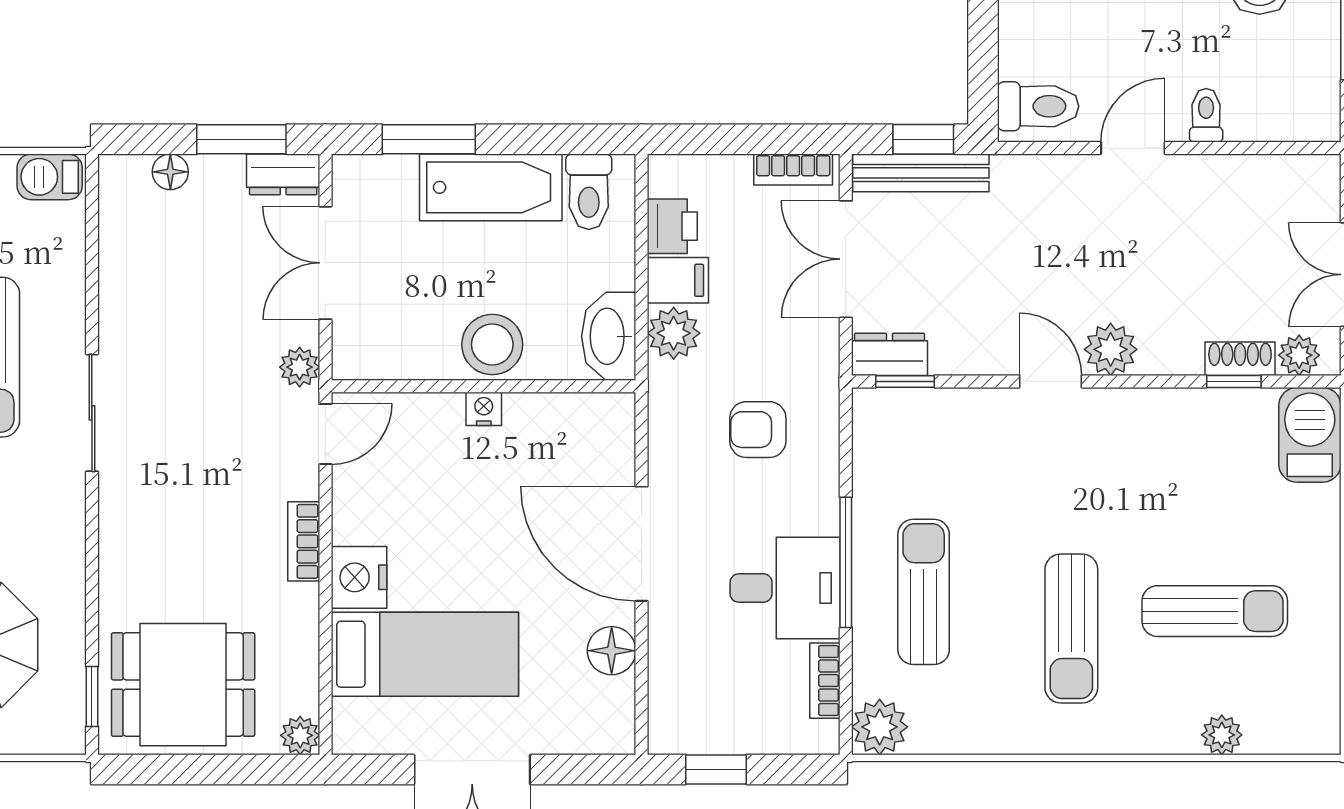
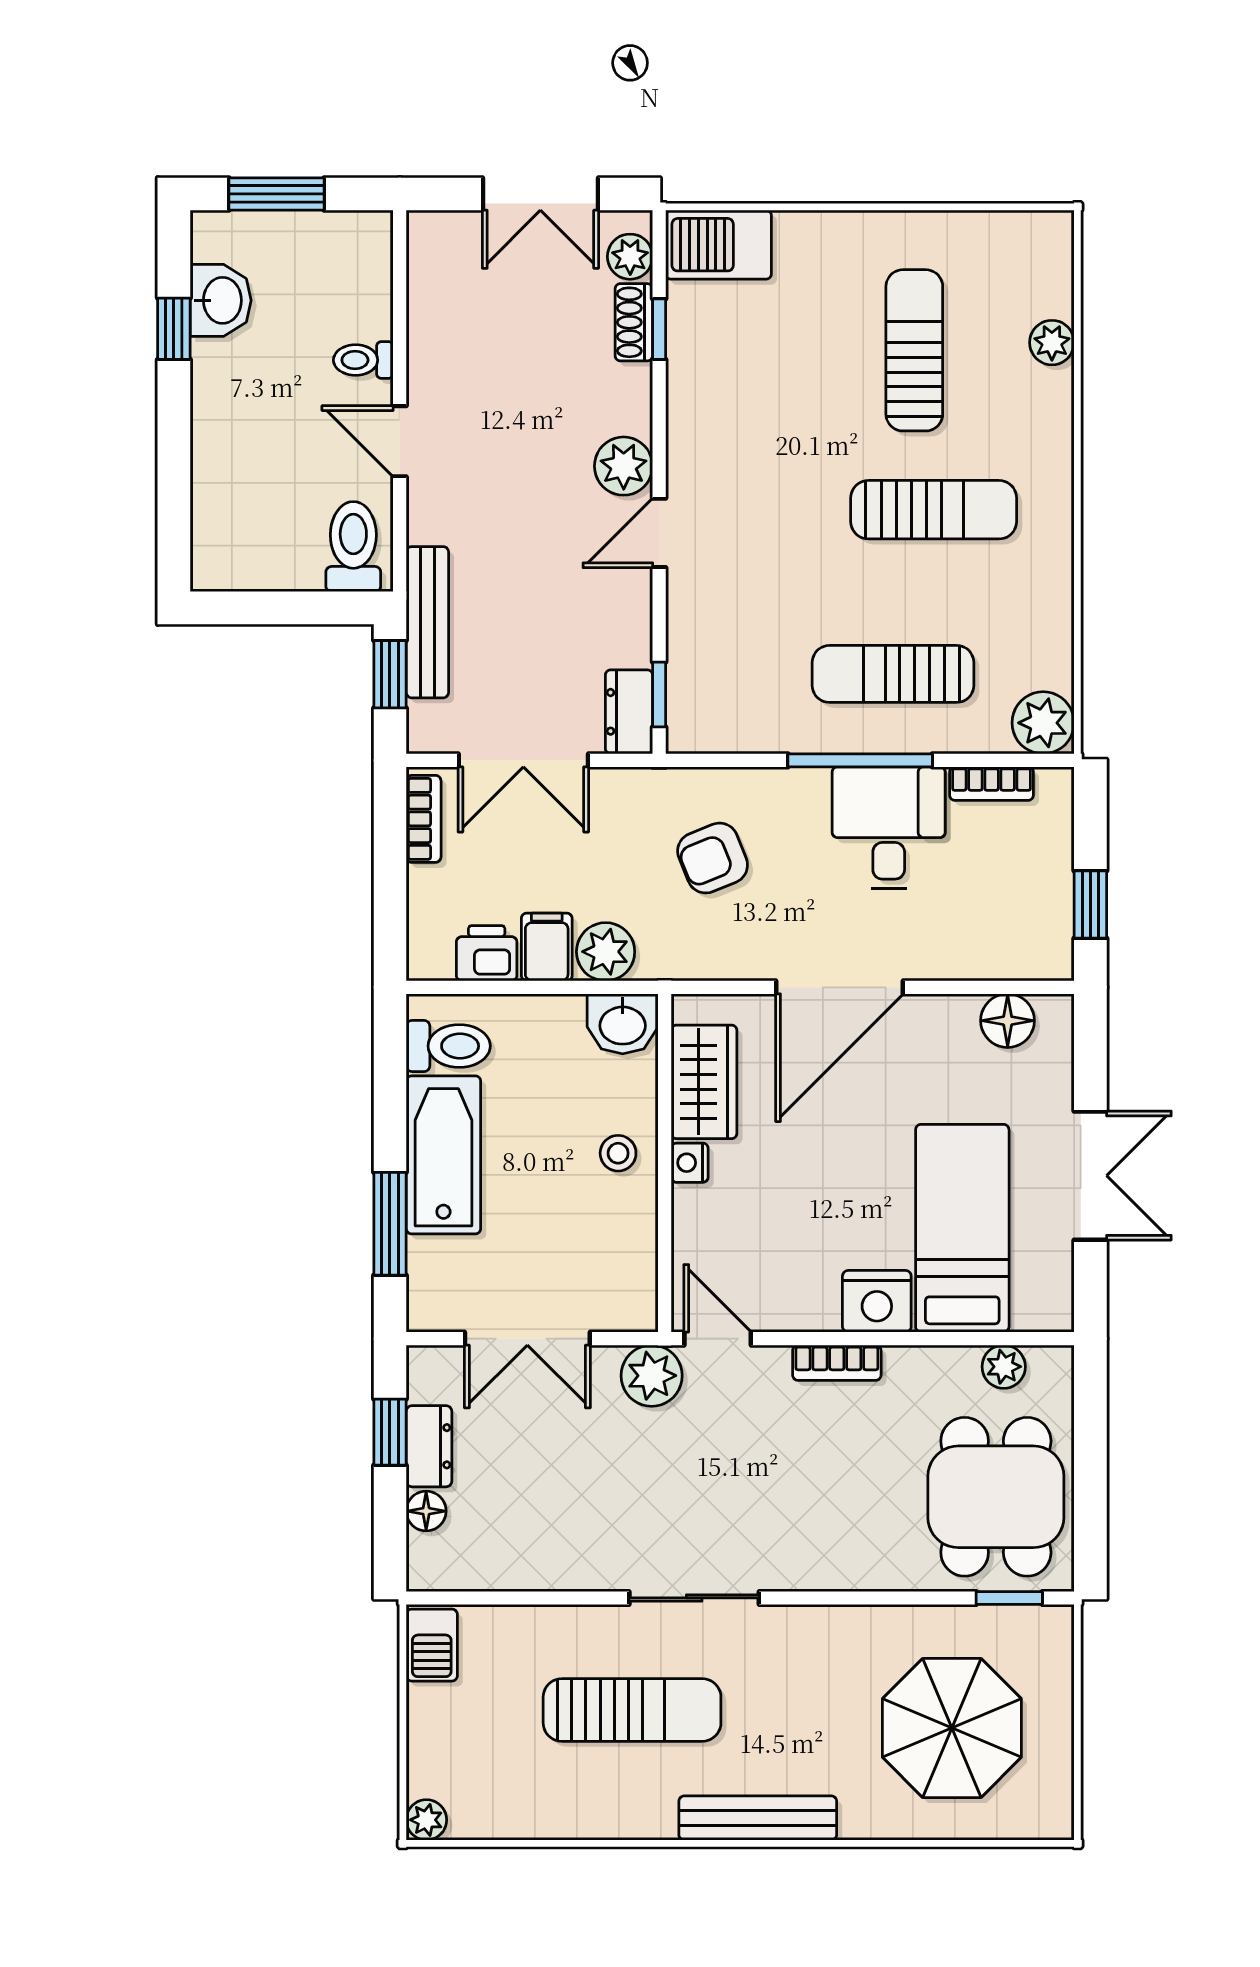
window: (241, 139) -> (390, 1432), width x0.67
bench: (921, 173) -> (427, 622), moved
dresser: (283, 174) -> (429, 1446), moved
washbasin: (609, 336) -> (623, 1024), width x0.72
stool: (492, 345) -> (618, 1153), width x0.53, depth x0.53
plant: (300, 367) -> (652, 1376), width x1.38, depth x1.38
wardrobe: (556, 422) -> (704, 1082), added
armchair: (758, 430) -> (713, 858), turned 68
floor lamp: (612, 651) -> (1008, 1021), moved
plant: (300, 735) -> (1004, 1367), moved

